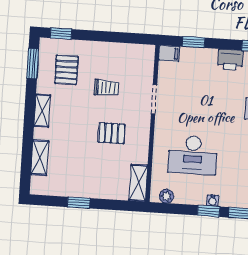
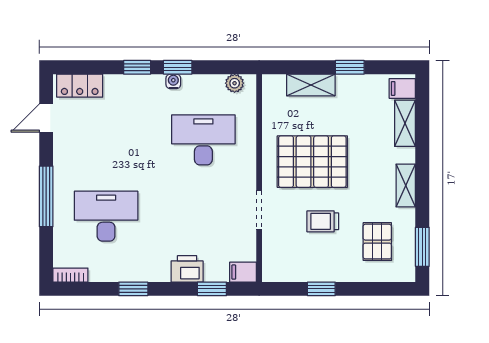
window: (61, 34) -> (321, 289), moved
printer: (230, 60) -> (187, 269), moved
pallet: (112, 133) -> (312, 162), width x2.05, depth x2.00
shelving: (138, 183) -> (311, 85), moved, turned 90
filing cabinet: (40, 184) -> (402, 88), added

